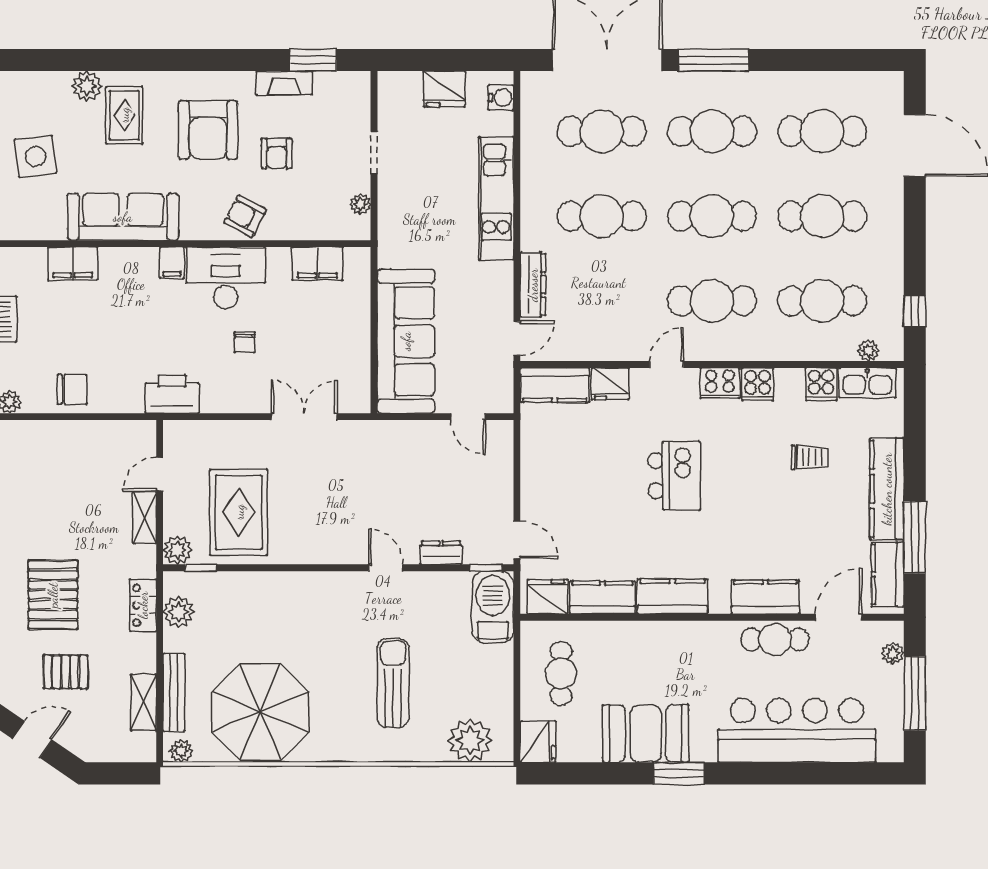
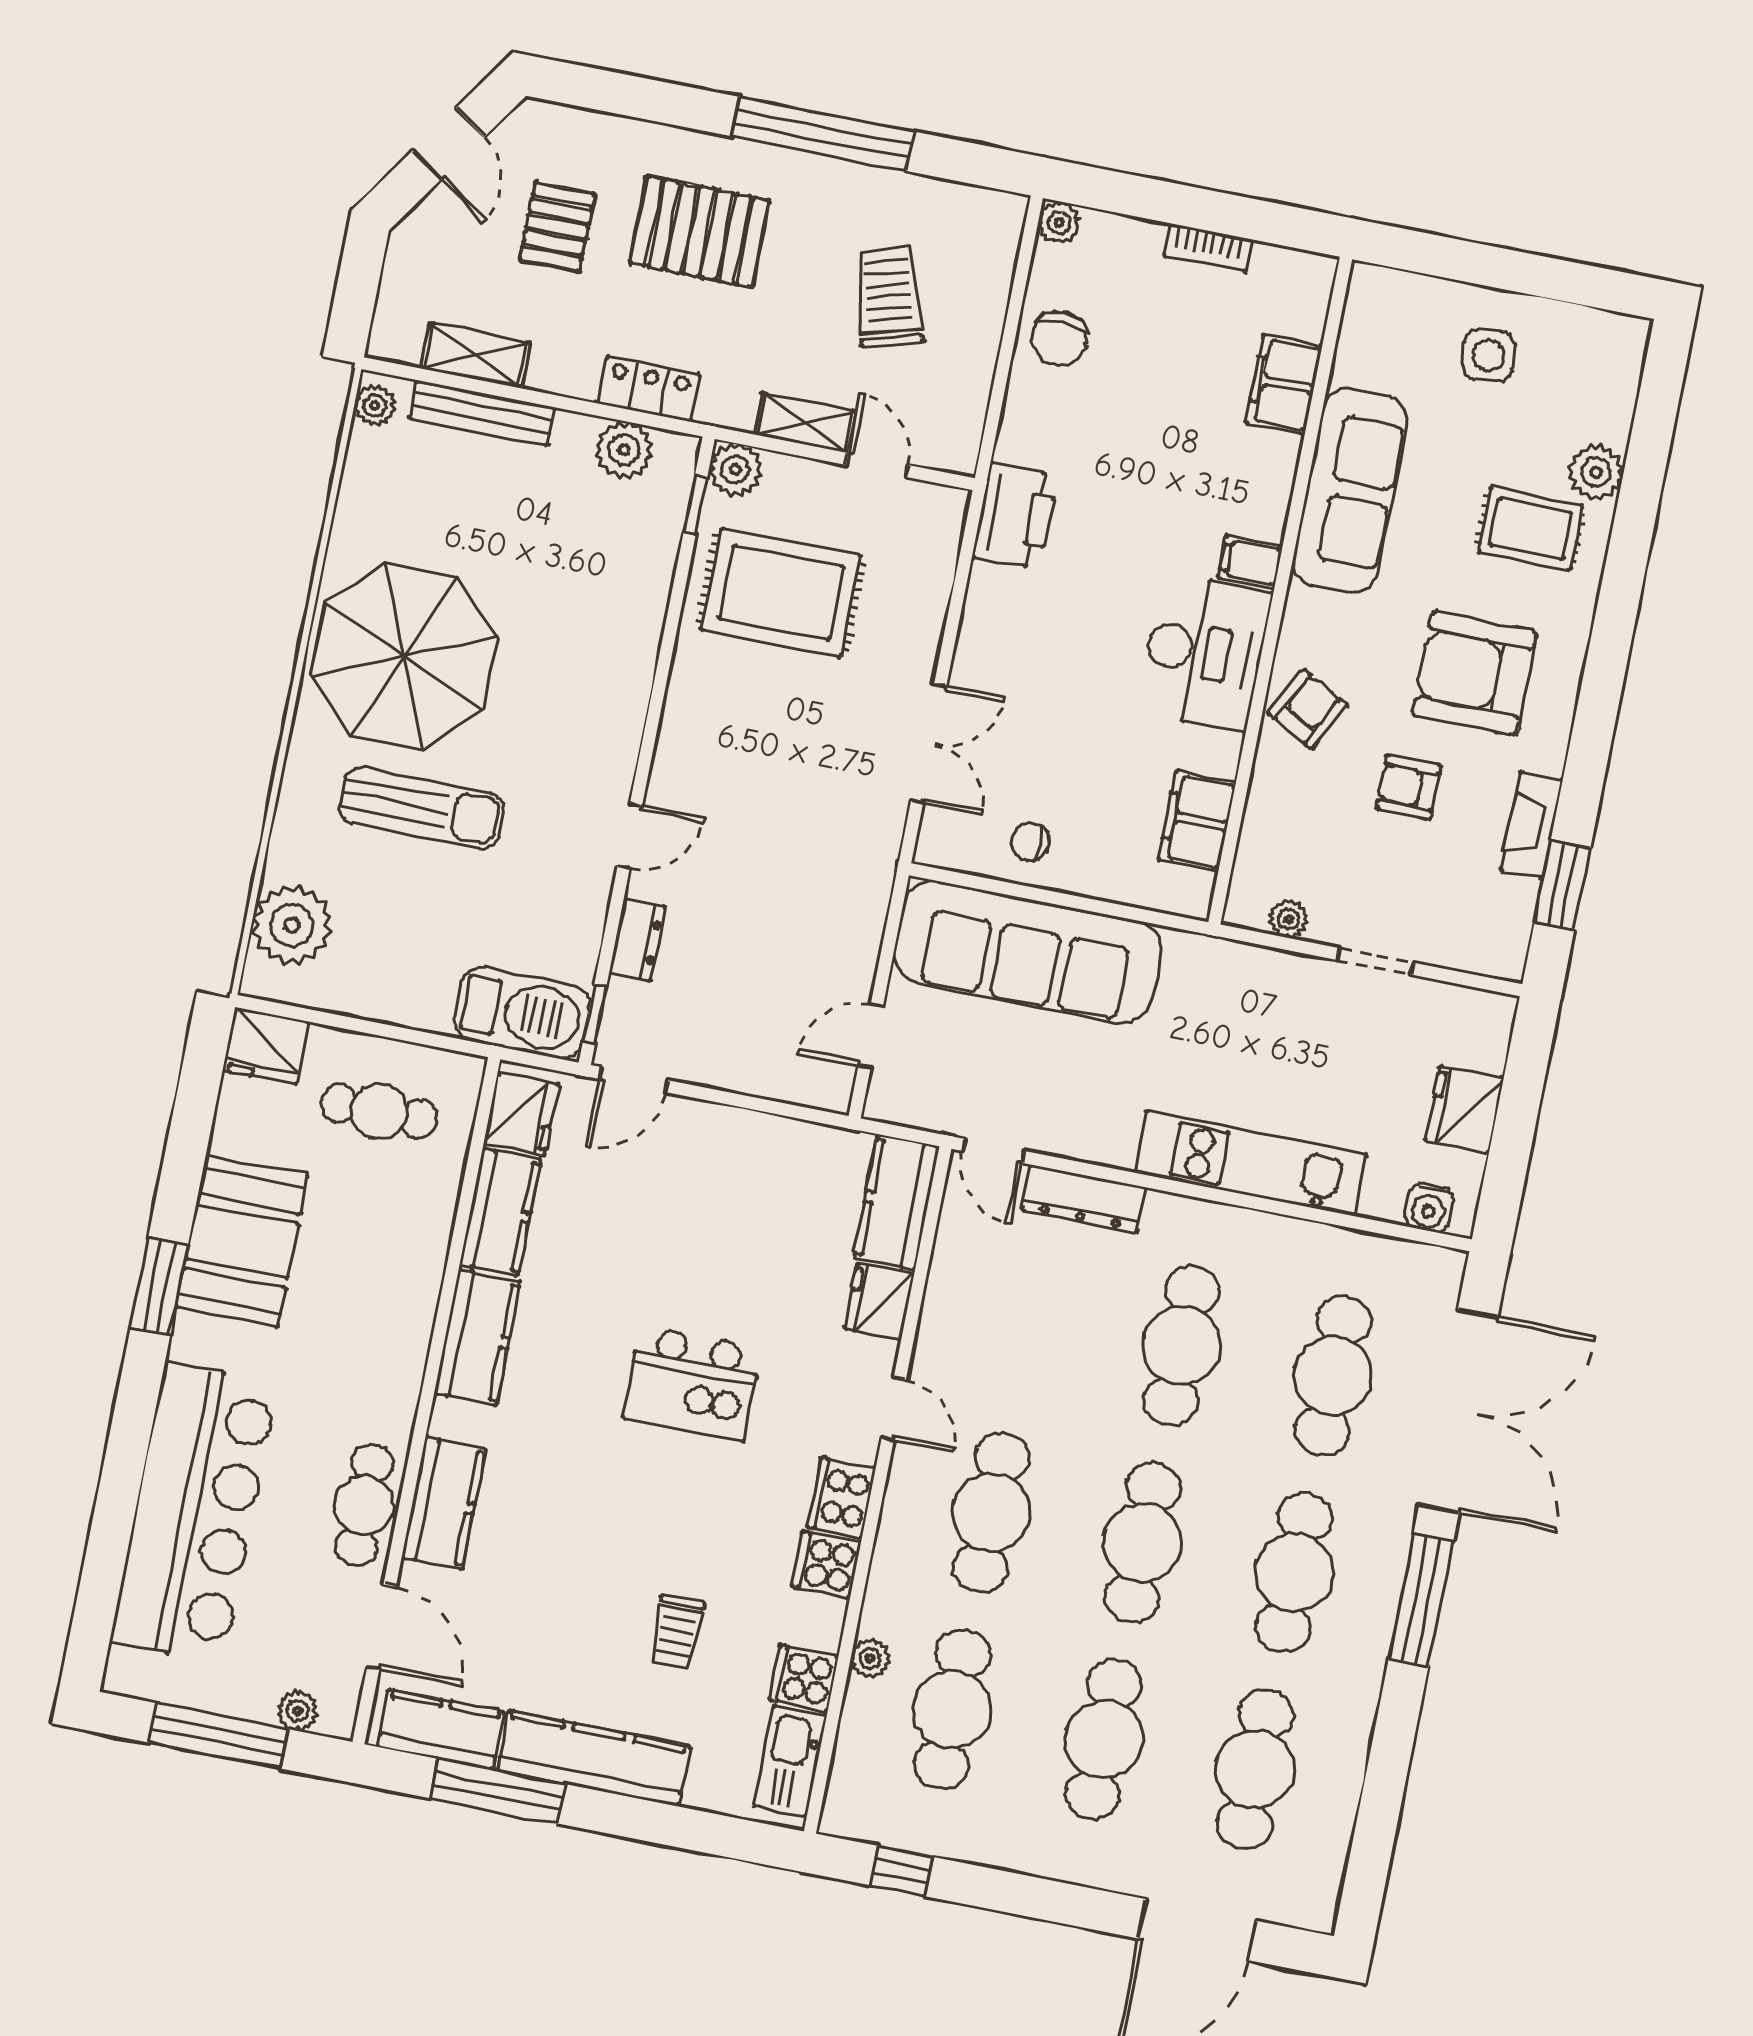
side table: (35, 156) -> (1488, 356), width x0.73, depth x0.73
chair: (245, 342) -> (1030, 842), moved
plant: (868, 351) -> (870, 1658), moved
trolley: (68, 486) -> (888, 297), added
parasol: (260, 712) -> (404, 656), moved

